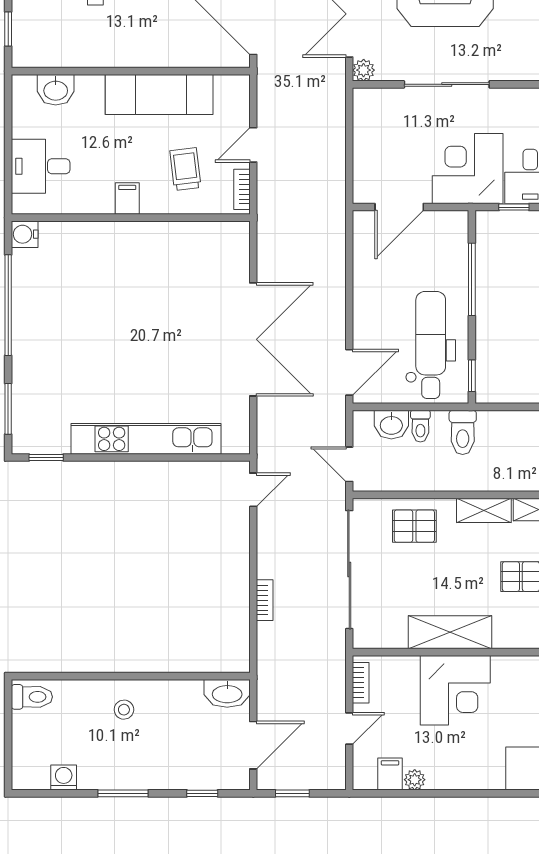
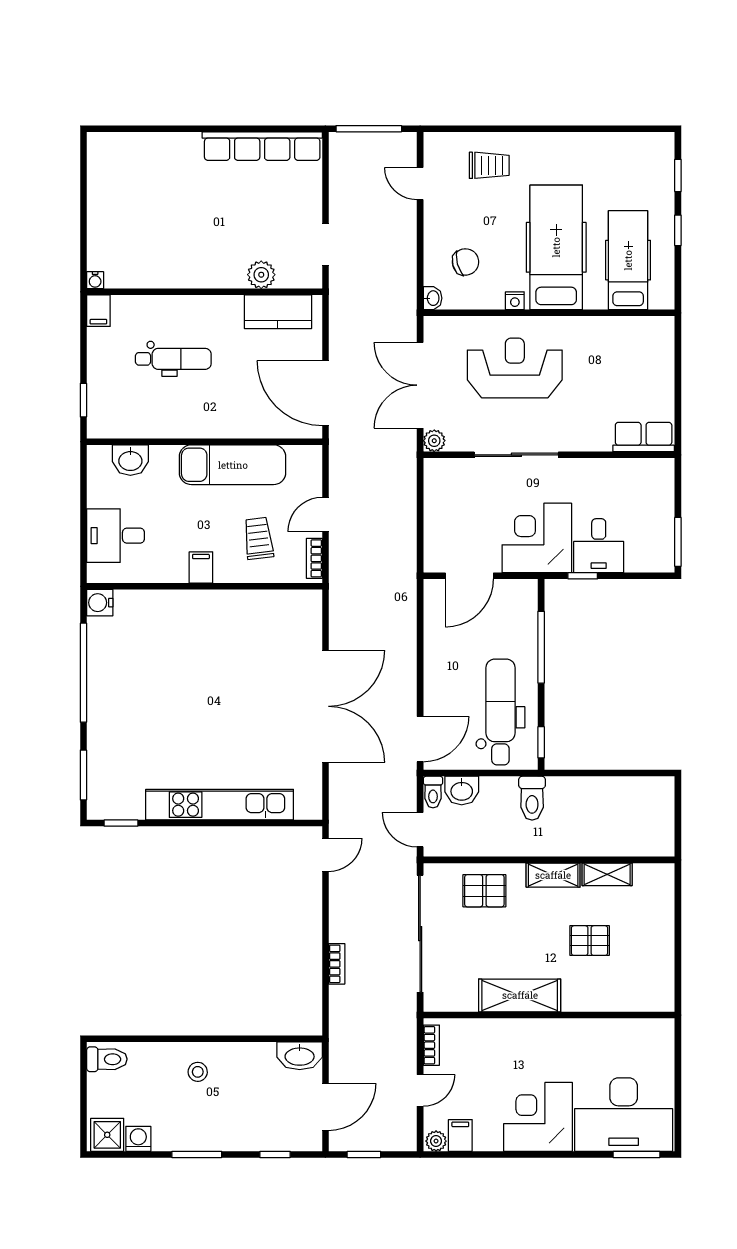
toilet: (420, 426) -> (433, 792), moved
corner desk: (455, 690) -> (538, 1117), moved, turned 180
shower: (32, 773) -> (107, 1135), added
plant: (415, 780) -> (436, 1141), moved

